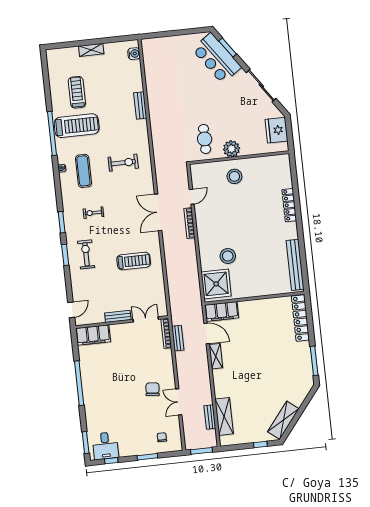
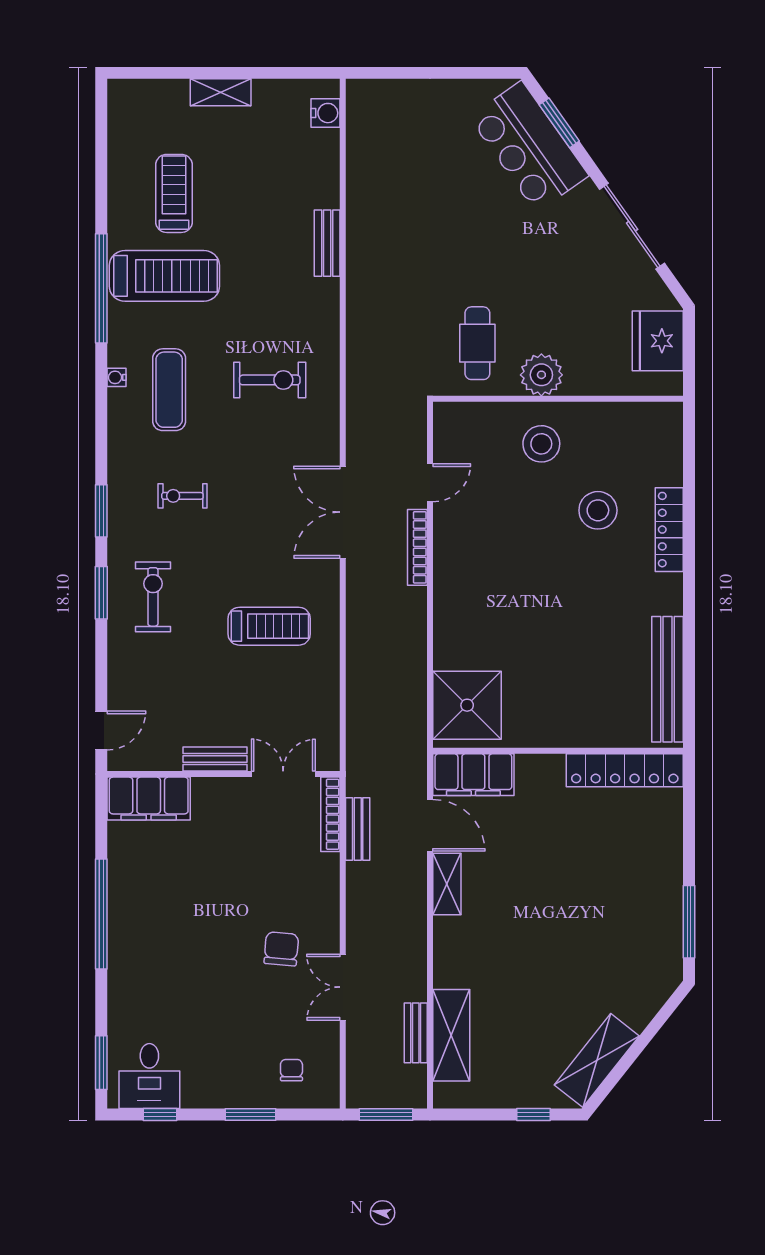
stool: (228, 256) -> (598, 510), moved
locker: (300, 318) -> (625, 770), moved, turned -90

